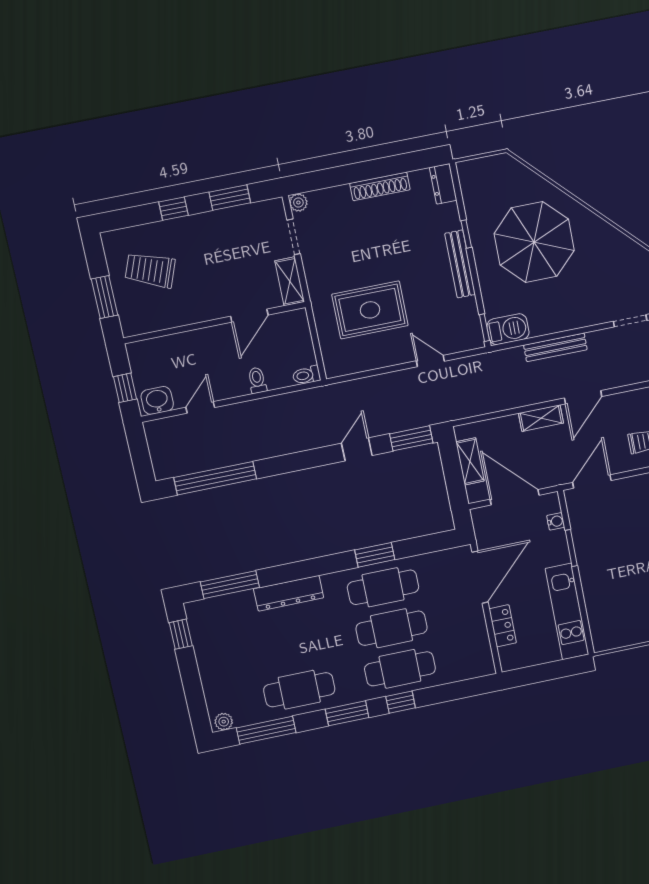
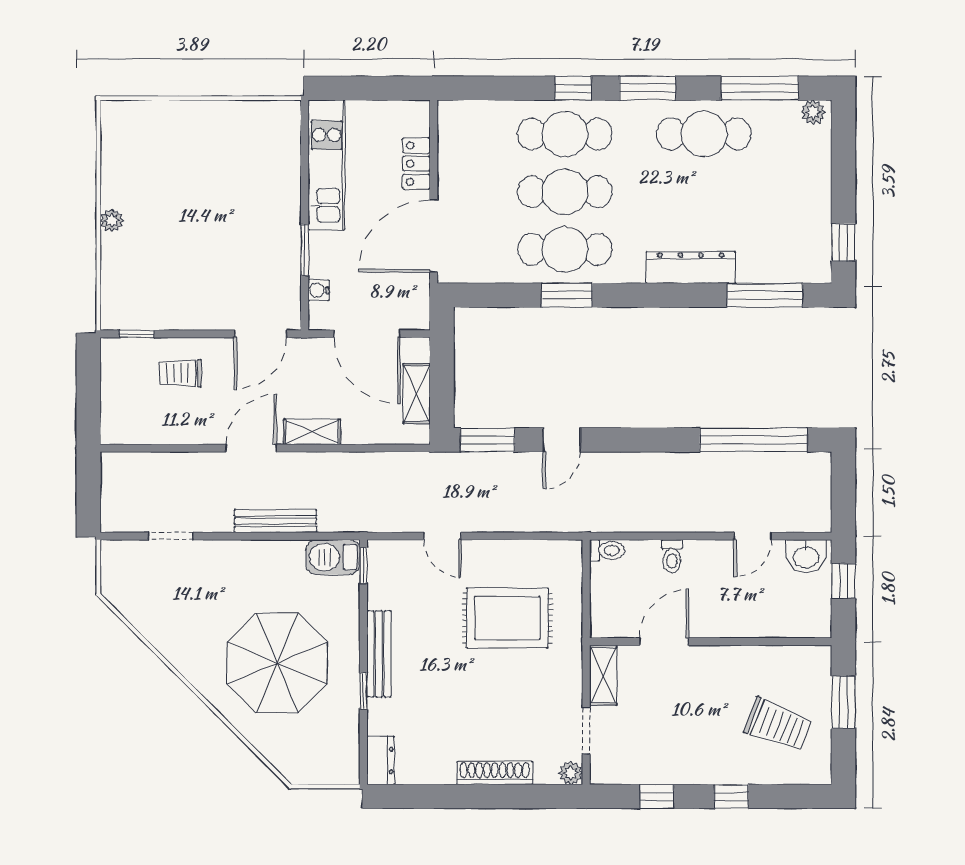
shoe rack: (380, 186) -> (495, 773), moved
window: (230, 197) -> (657, 796), width x0.67

